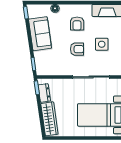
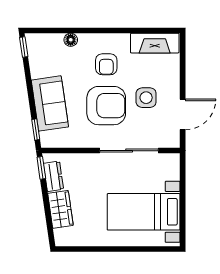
sofa: (40, 34) -> (50, 103), moved
armchair: (77, 49) -> (106, 106), width x1.88, depth x1.88
wardrobe: (49, 119) -> (60, 209), width x0.67

